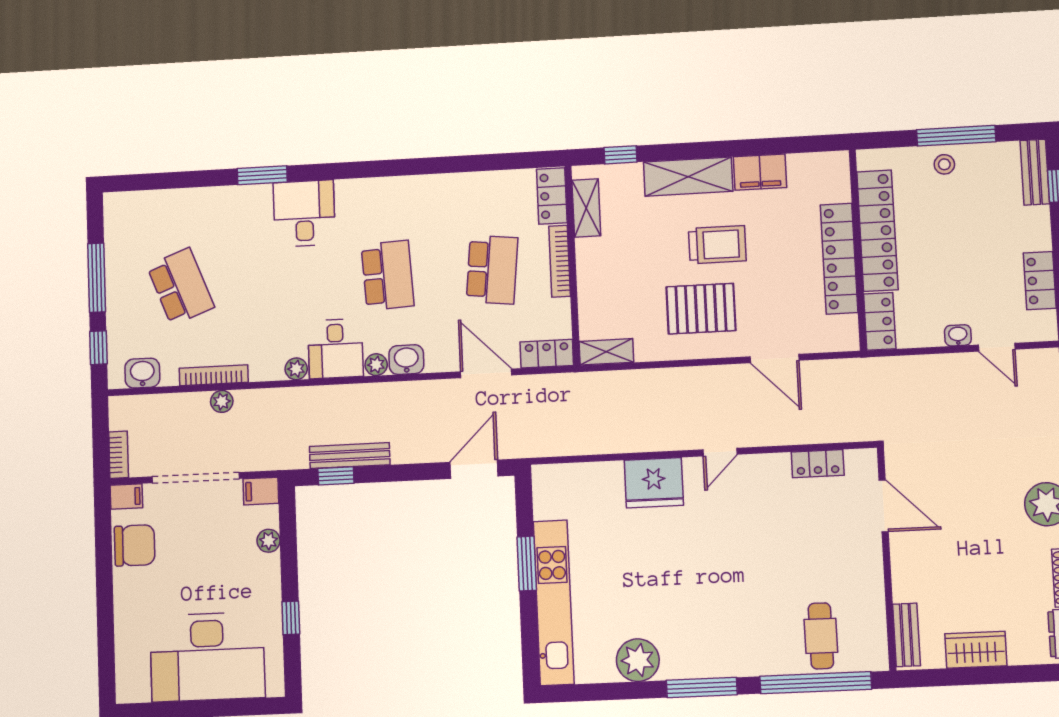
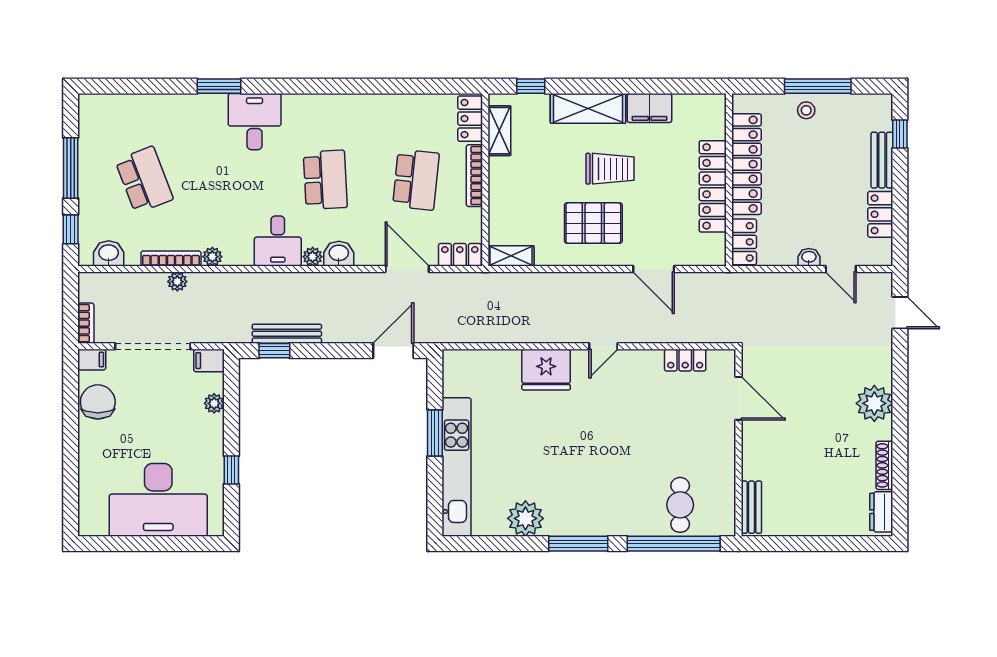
bench: (1035, 172) -> (882, 160), moved
plant: (296, 369) -> (212, 257), moved
chair: (135, 545) -> (98, 402), turned -90
wardrobe: (976, 650) -> (808, 522), removed

